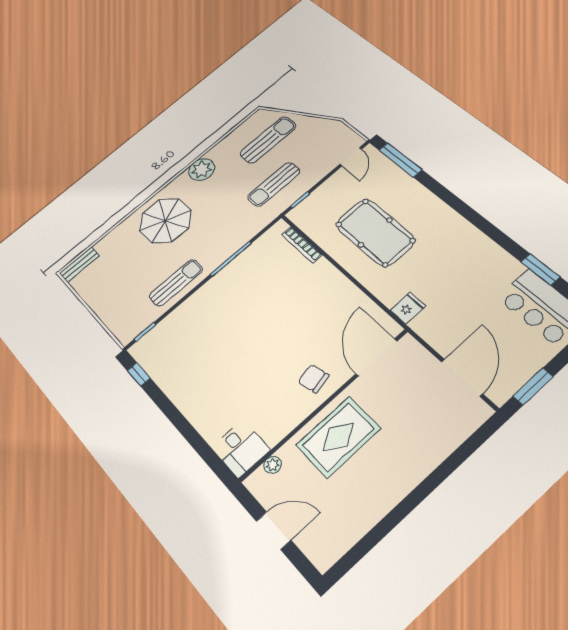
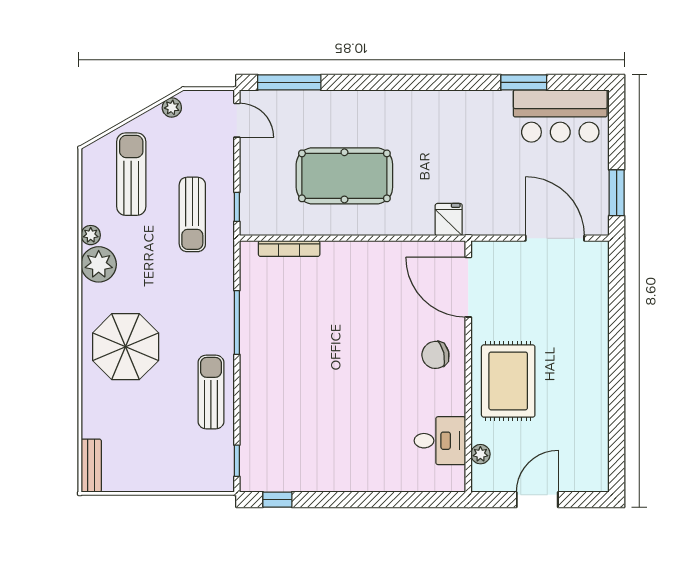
plant: (325, 124) -> (172, 107), added
plant: (215, 152) -> (91, 235), added
desk: (241, 449) -> (440, 441), moved

